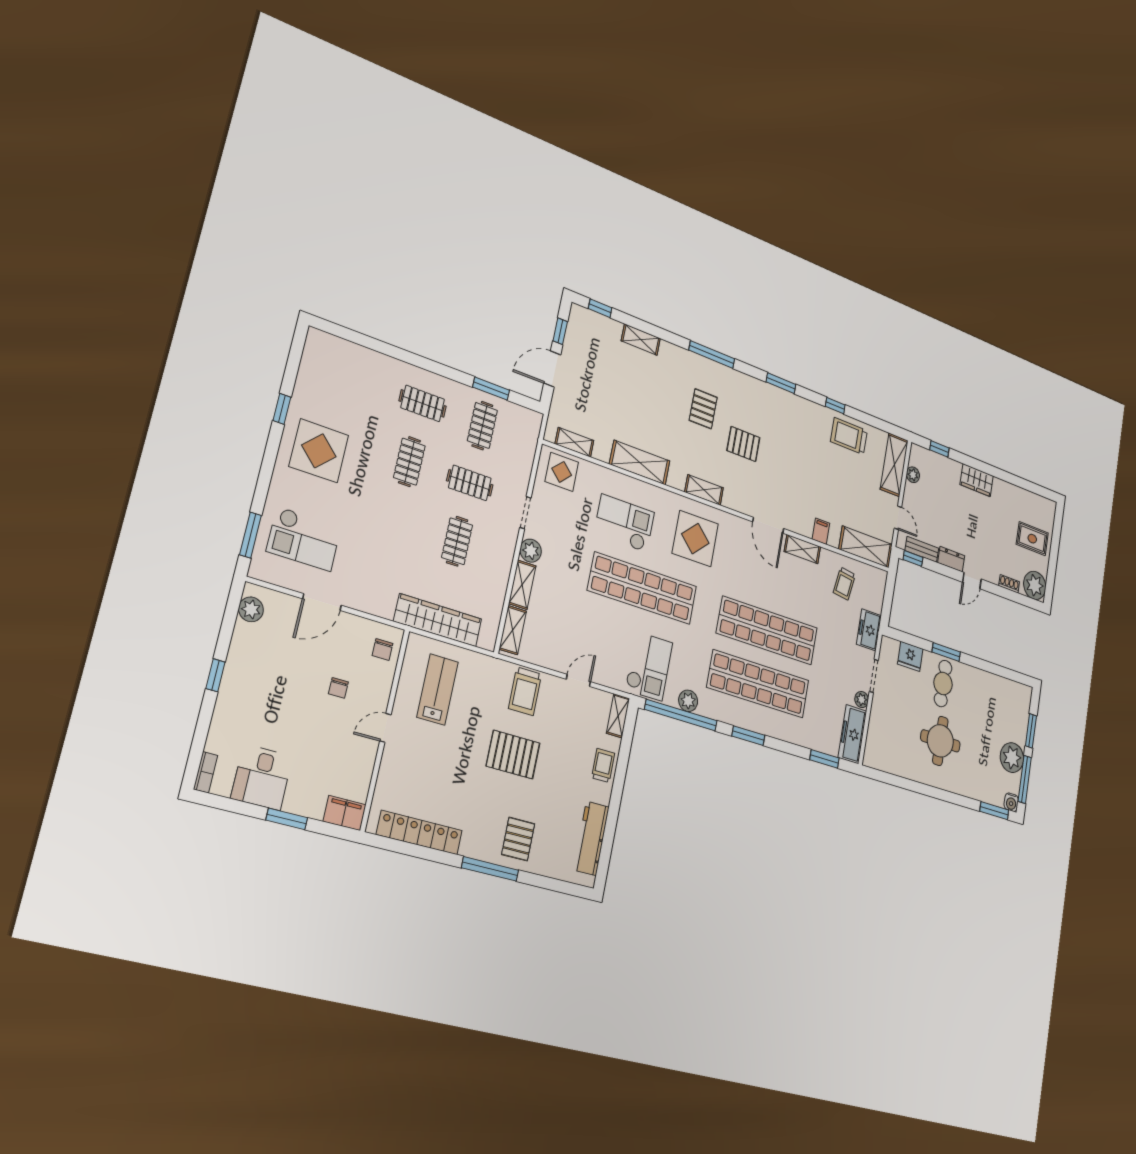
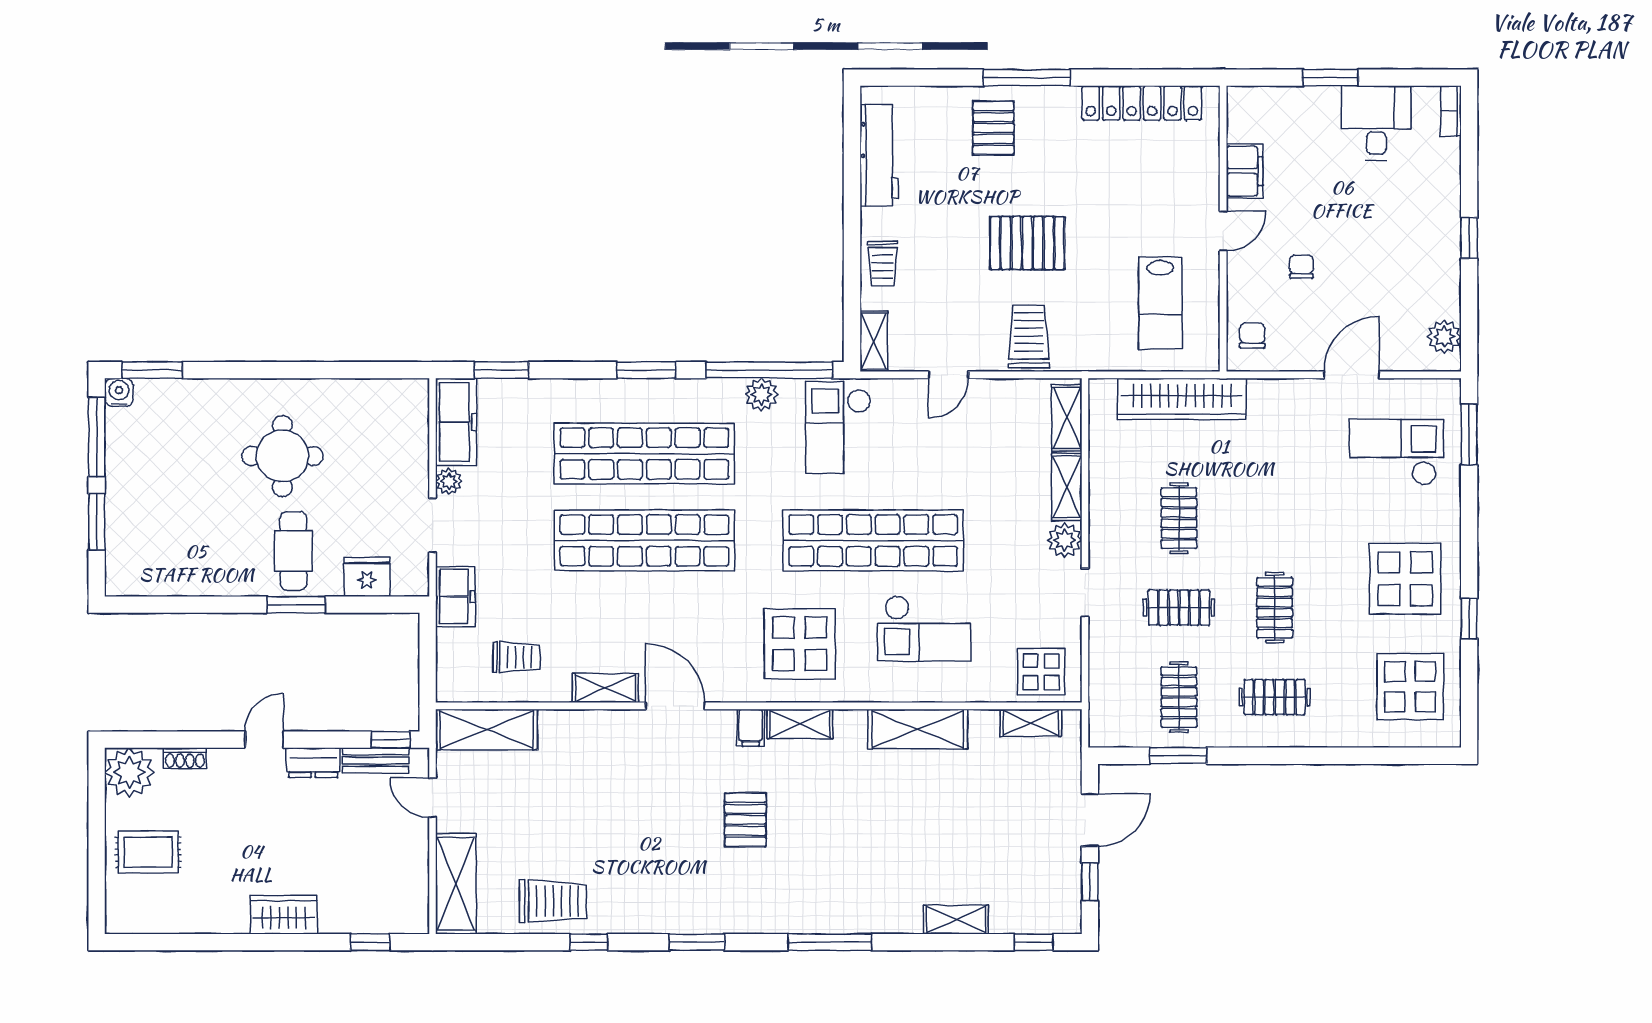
display table: (333, 378) -> (1410, 687), added
pallet: (703, 409) -> (827, 850), removed
pallet: (743, 444) -> (745, 820), turned 90
plant: (913, 475) -> (416, 880), removed
filing cabinet: (821, 531) -> (751, 728), moved
trolley: (844, 584) -> (516, 657), turned 82
plant: (1012, 758) -> (130, 467), removed
filing cabinet: (345, 813) -> (1245, 171), moved, turned -90

